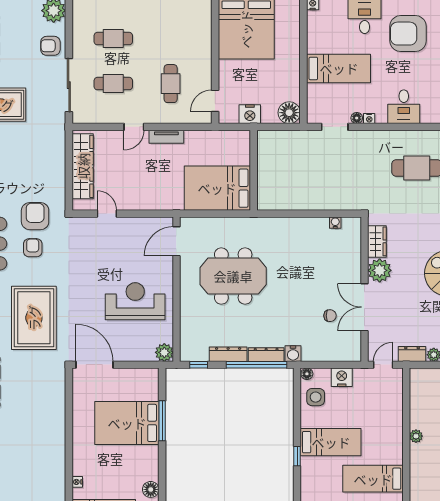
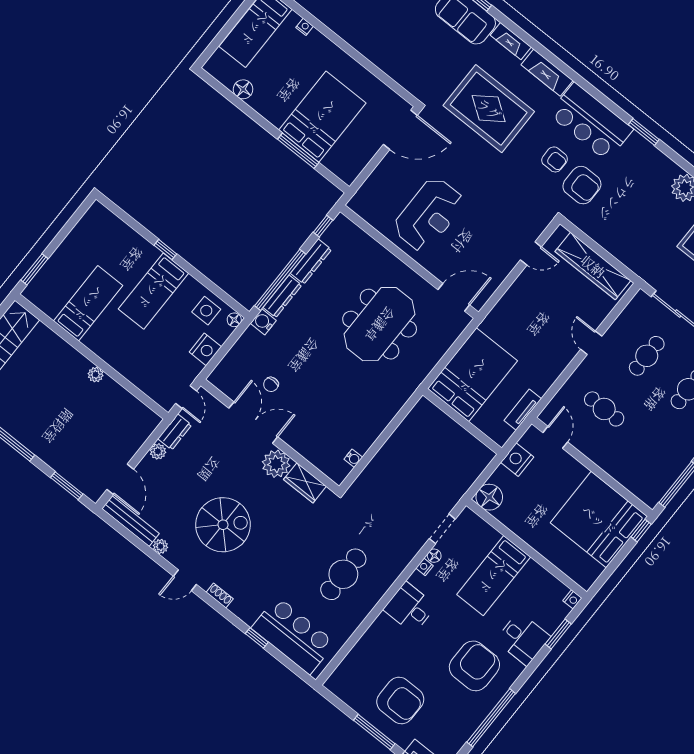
tv unit: (166, 137) -> (523, 410), moved
door: (176, 241) -> (454, 297), hinge flipped
plant: (164, 352) -> (360, 204), removed

